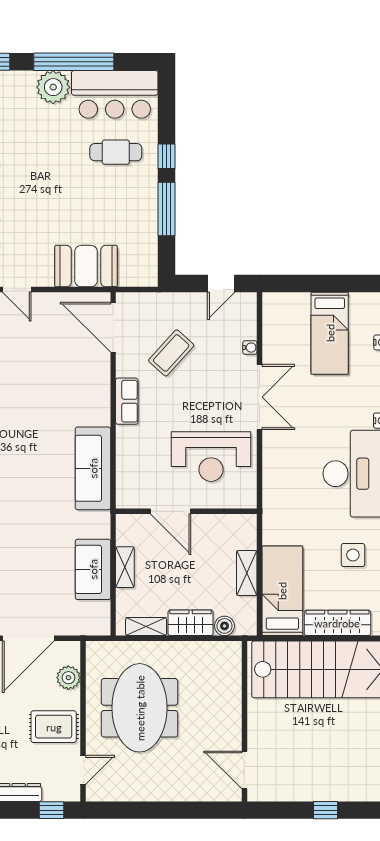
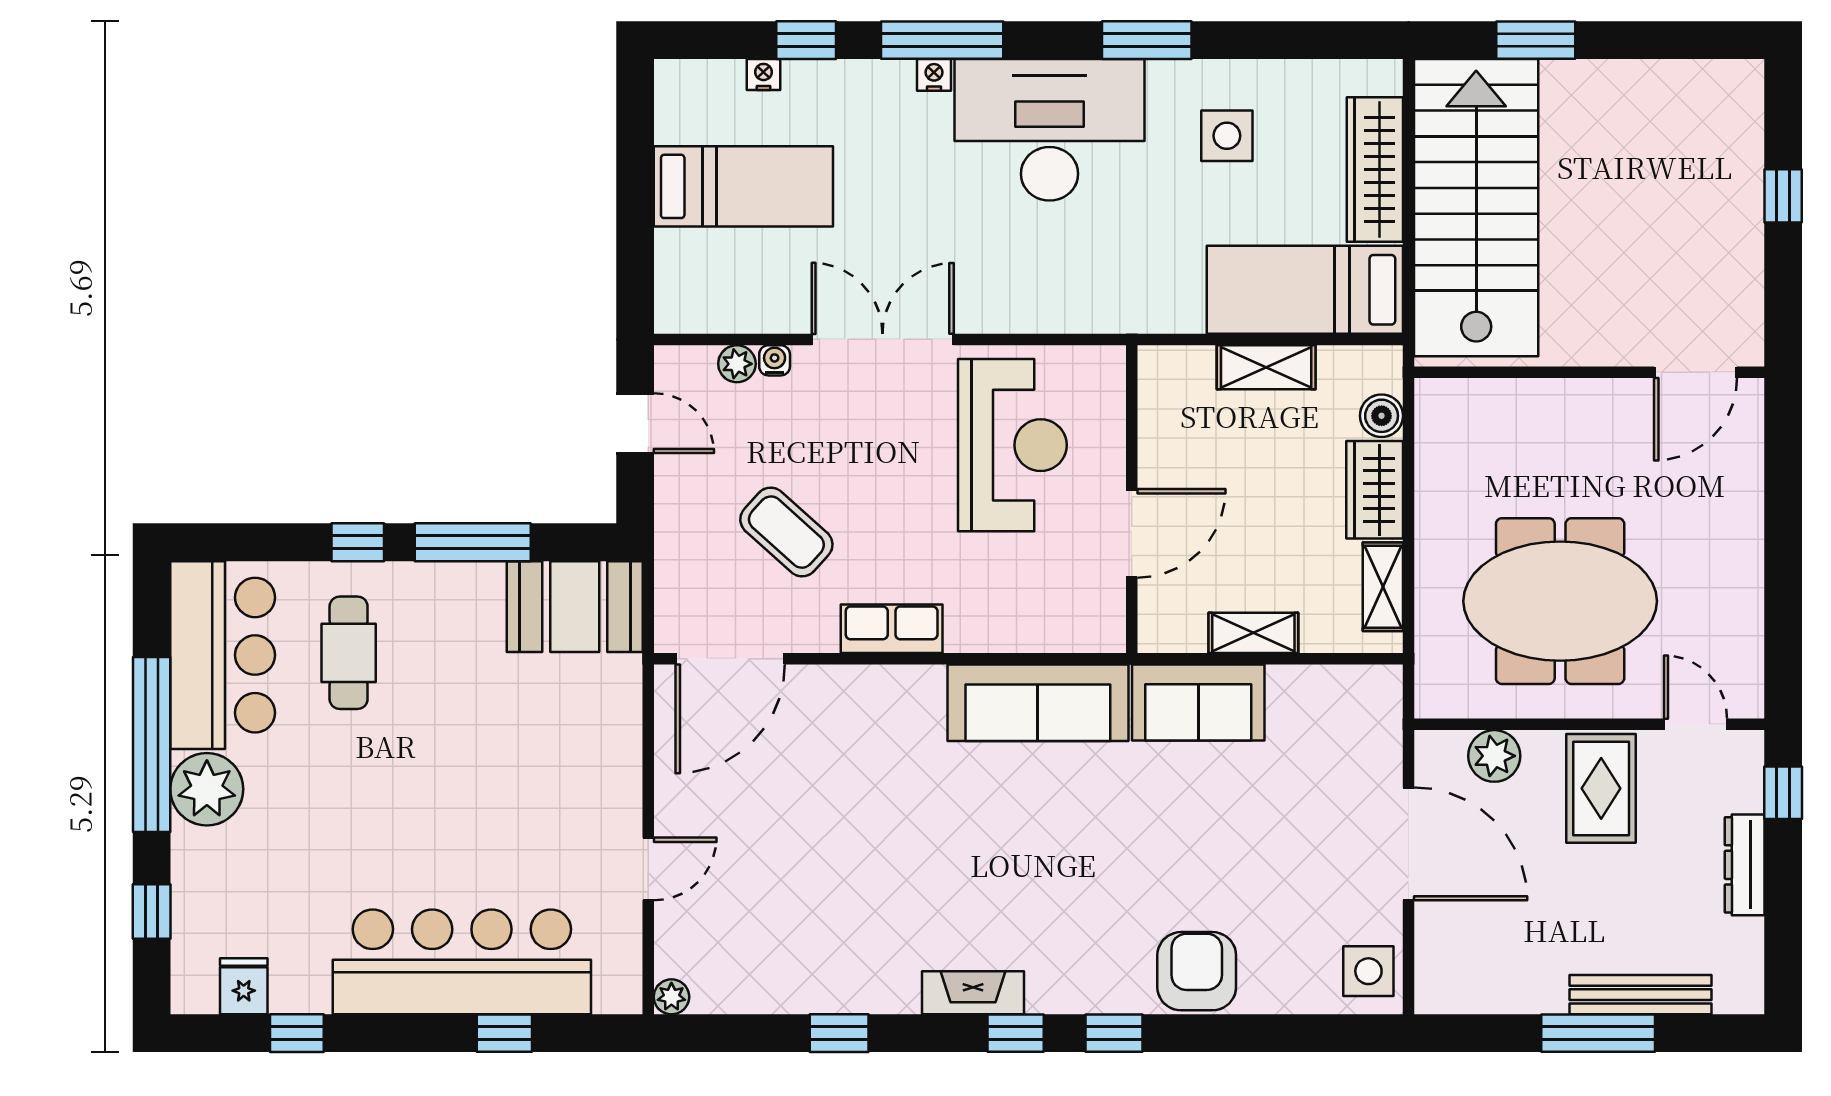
booth: (86, 266) -> (575, 607), moved, turned 90
plant: (248, 330) -> (737, 364), added
sofa: (93, 569) -> (1198, 703), moved

